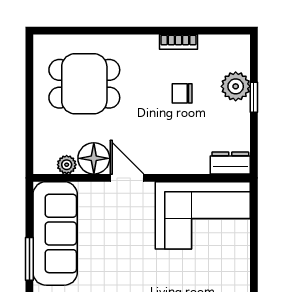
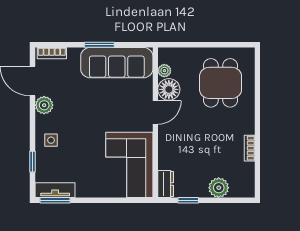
chair: (182, 93) -> (214, 151), removed
window: (254, 97) -> (188, 200), moved

